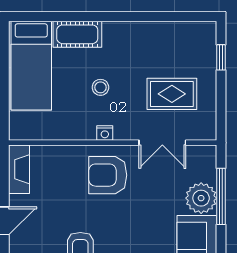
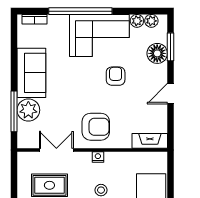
fireplace: (19, 169) -> (150, 141), moved, turned 90

